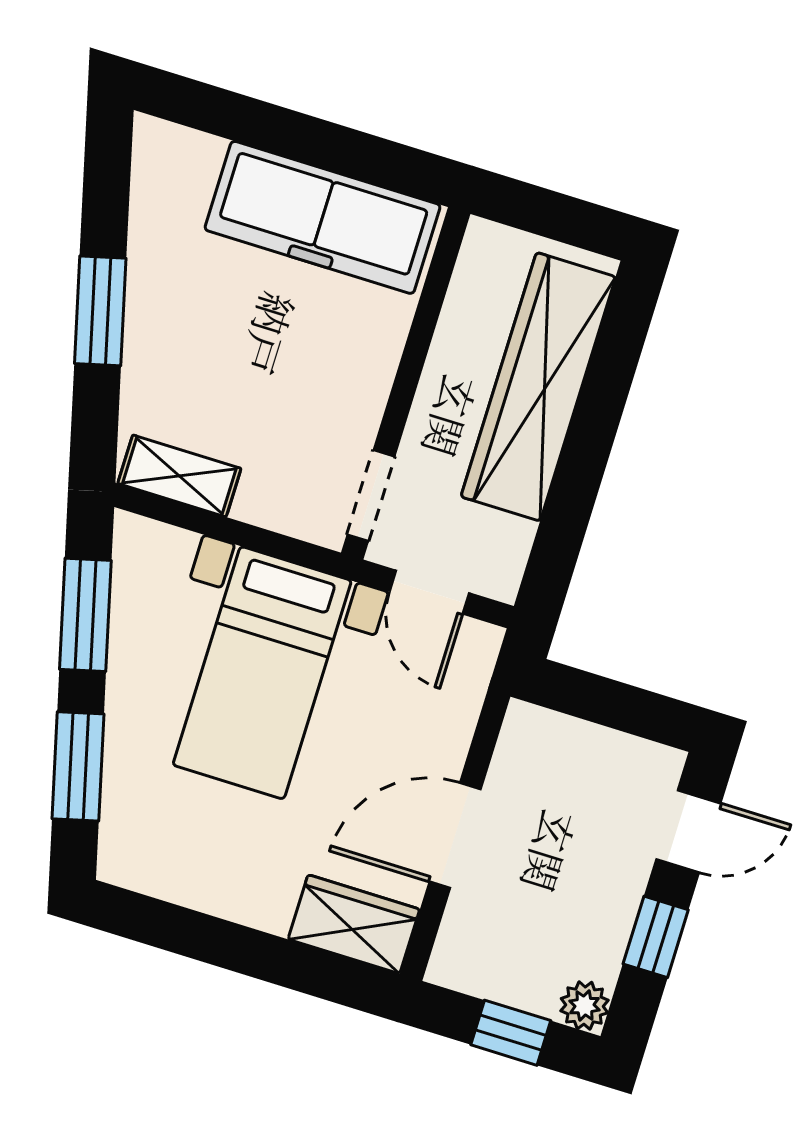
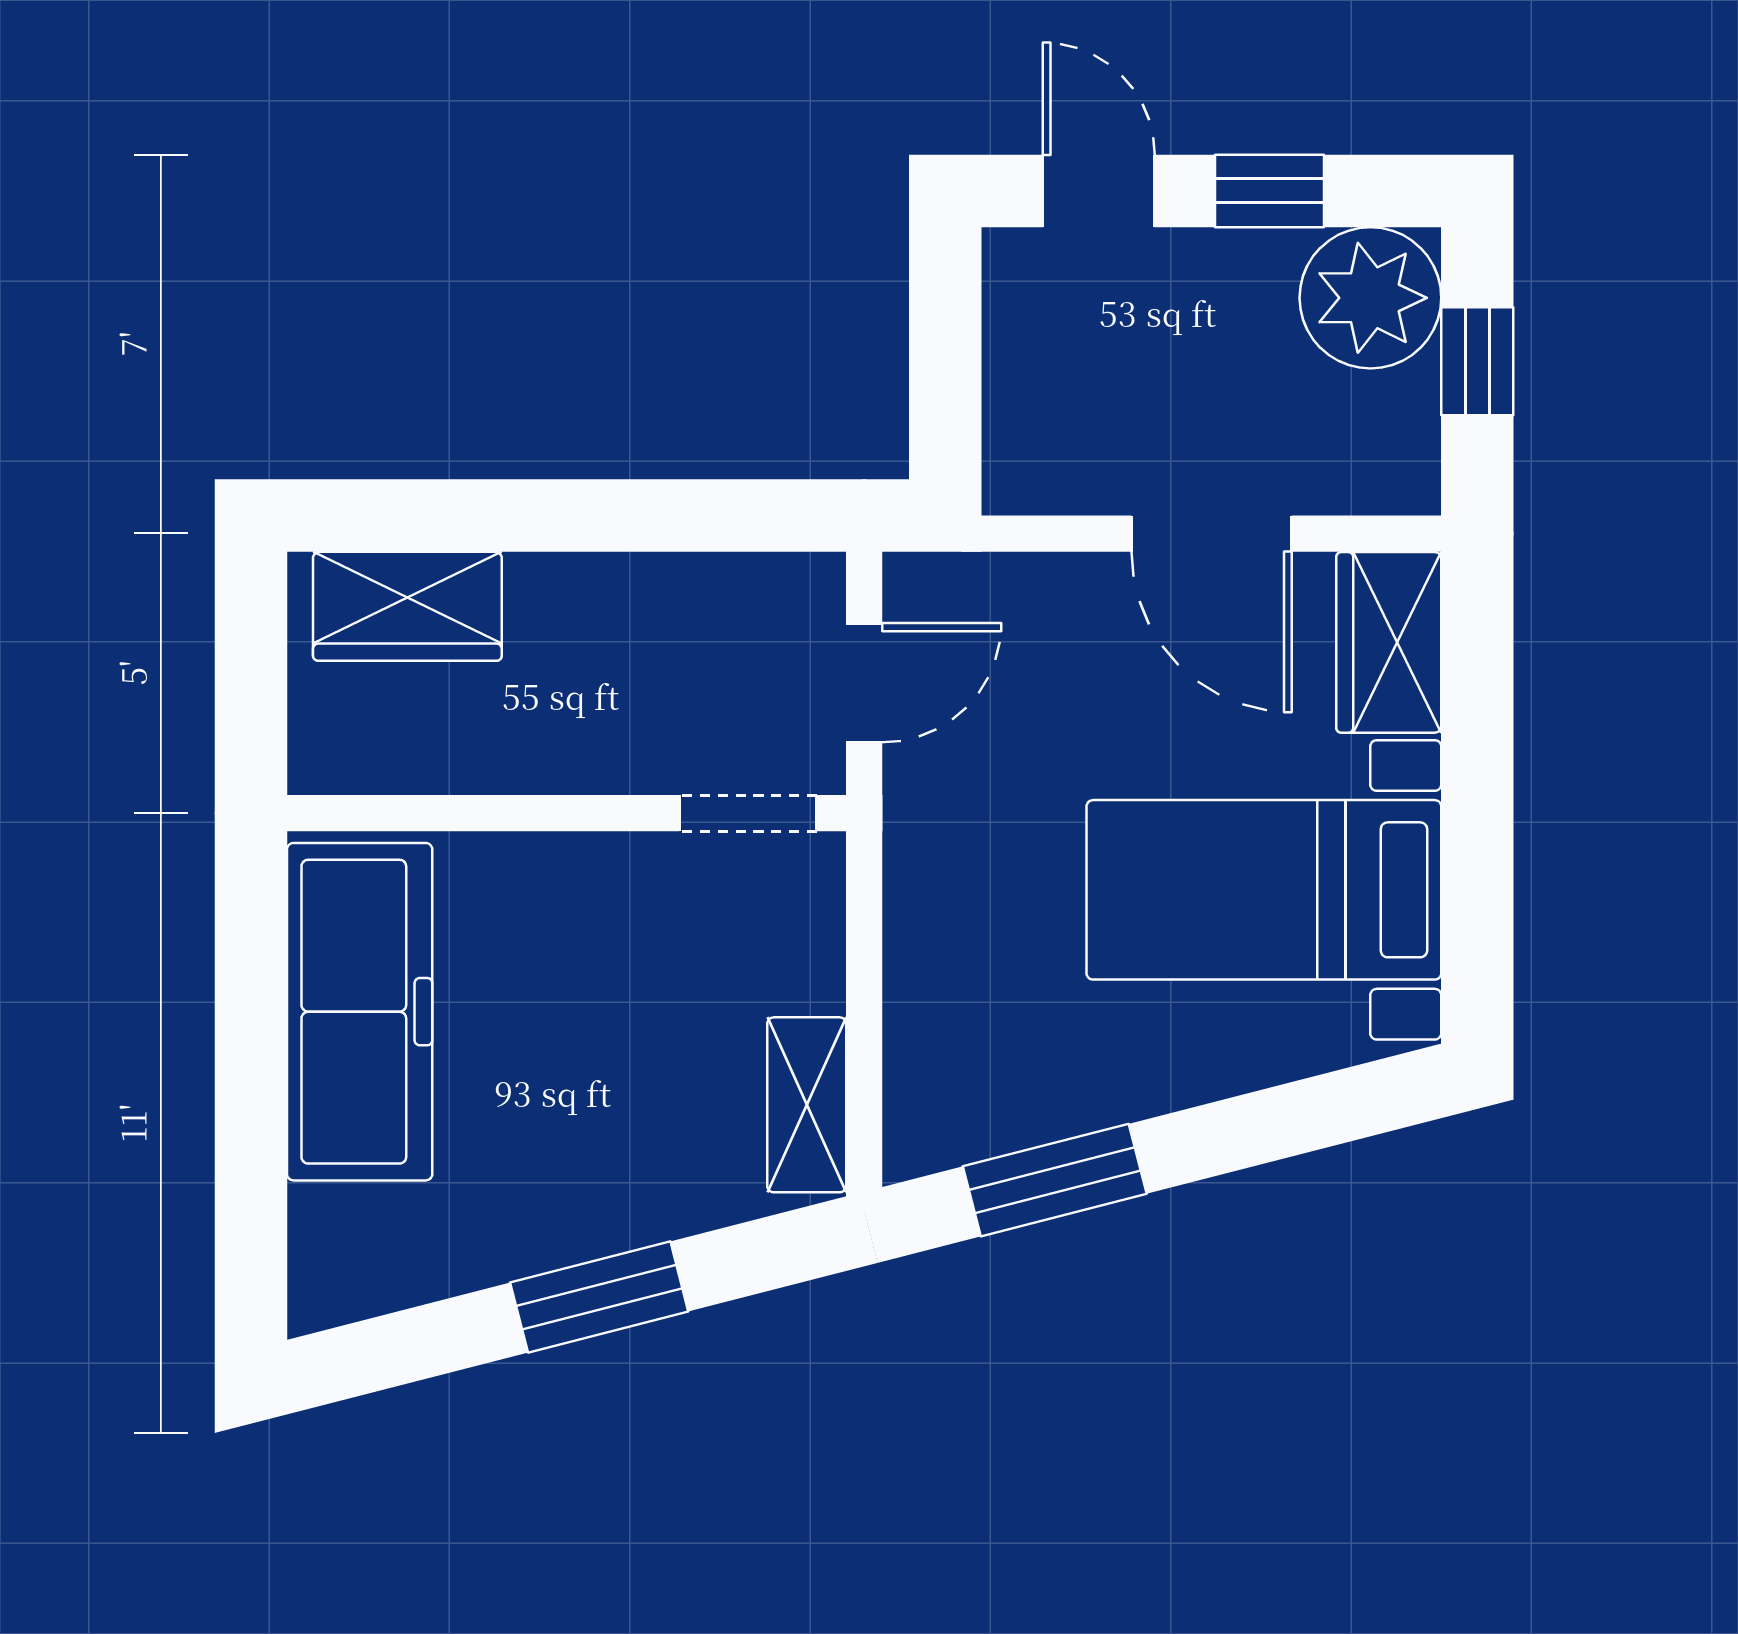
wardrobe: (538, 387) -> (407, 606), width x0.48, depth x0.85
bed with nightstands: (262, 673) -> (1264, 890), moved, turned 180
window: (78, 766) -> (1282, 1122), removed
plant: (584, 1006) -> (1370, 298), width x1.88, depth x1.88

